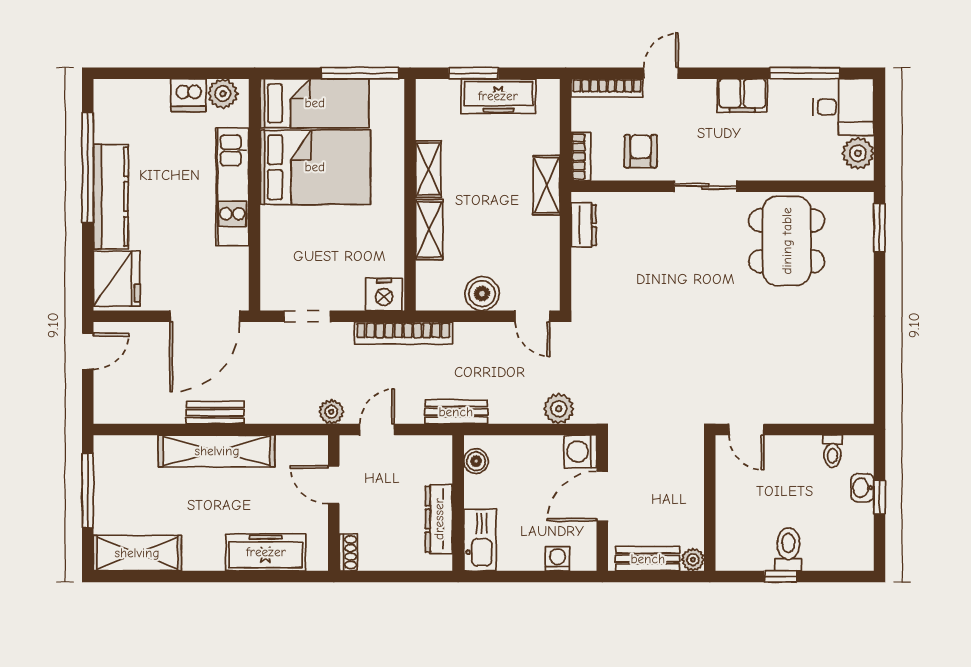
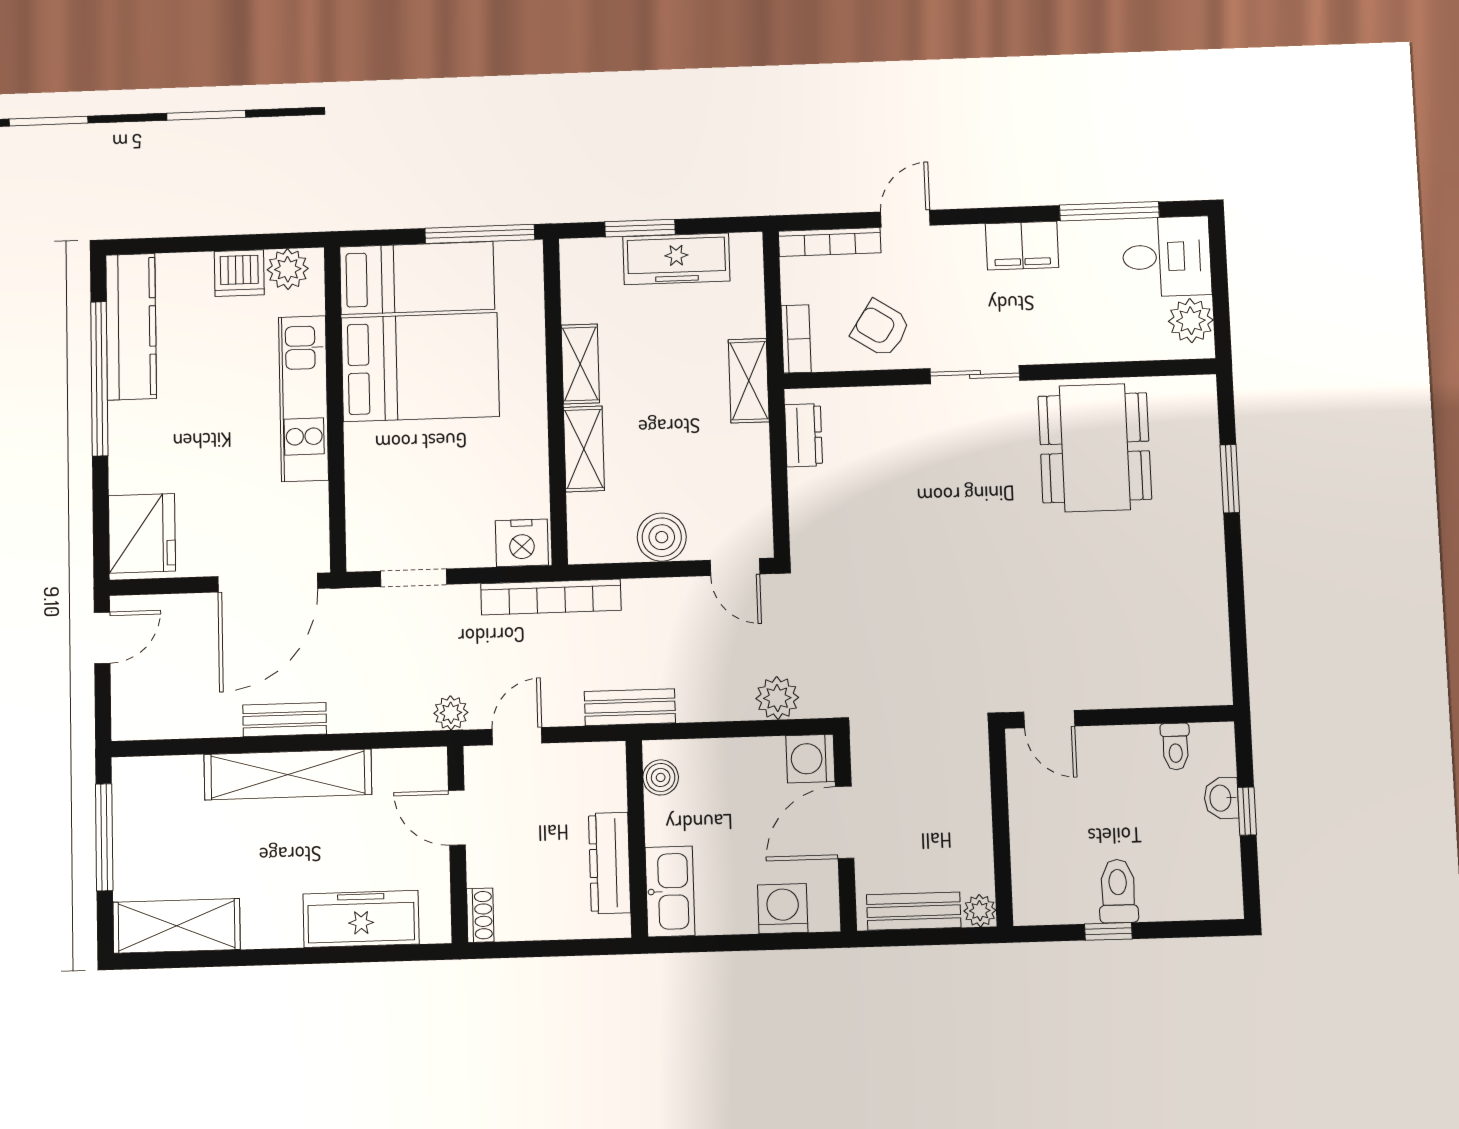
armchair: (641, 151) -> (881, 329), turned -57
kitchen counter: (111, 197) -> (131, 327), moved
window: (879, 228) -> (1230, 479), moved
washing machine: (557, 559) -> (783, 909), width x1.38, depth x1.38

